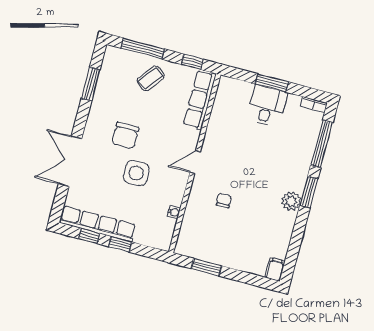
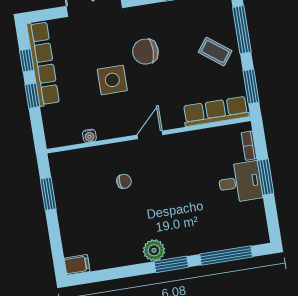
window: (192, 62) -> (251, 86), width x1.50
bookcase: (314, 105) -> (249, 146), moved
door: (195, 162) -> (150, 135), hinge flipped

